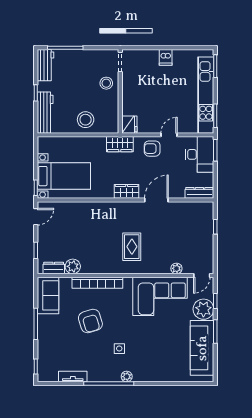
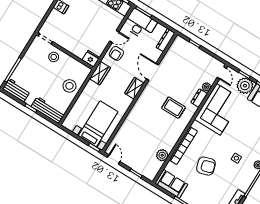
door: (169, 135) -> (114, 37), swing flipped
dresser: (54, 268) -> (199, 98), moved

